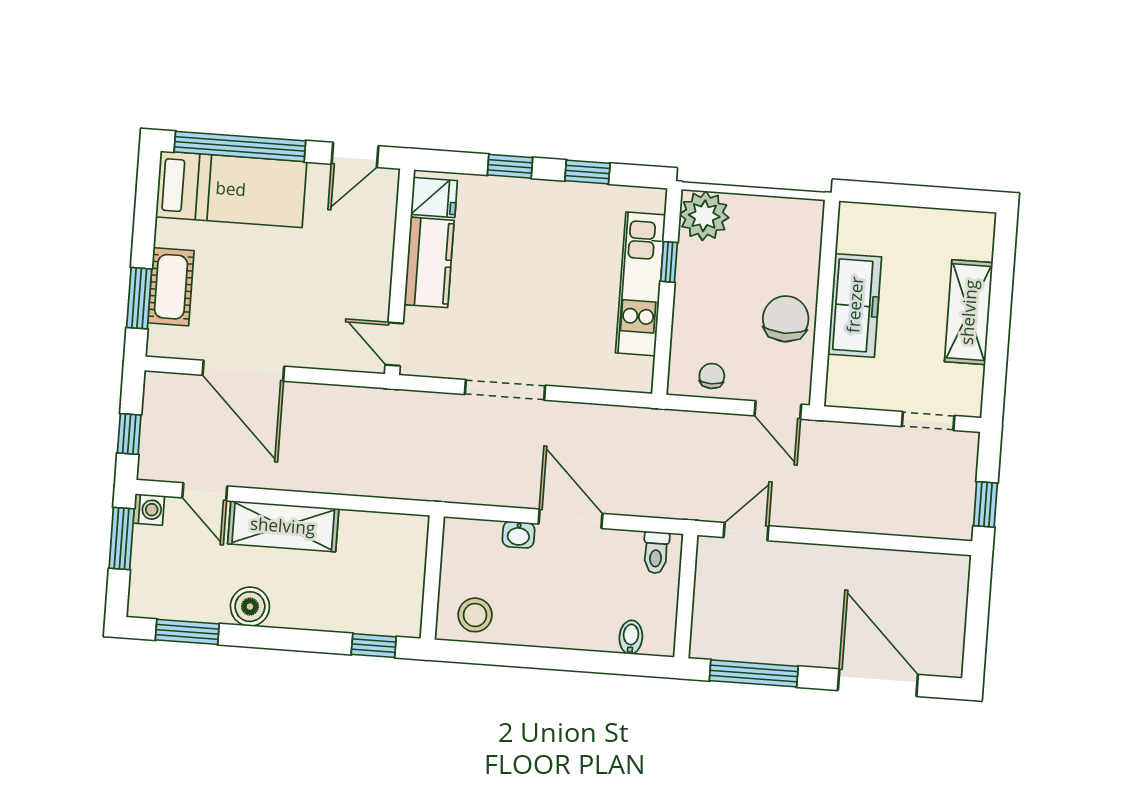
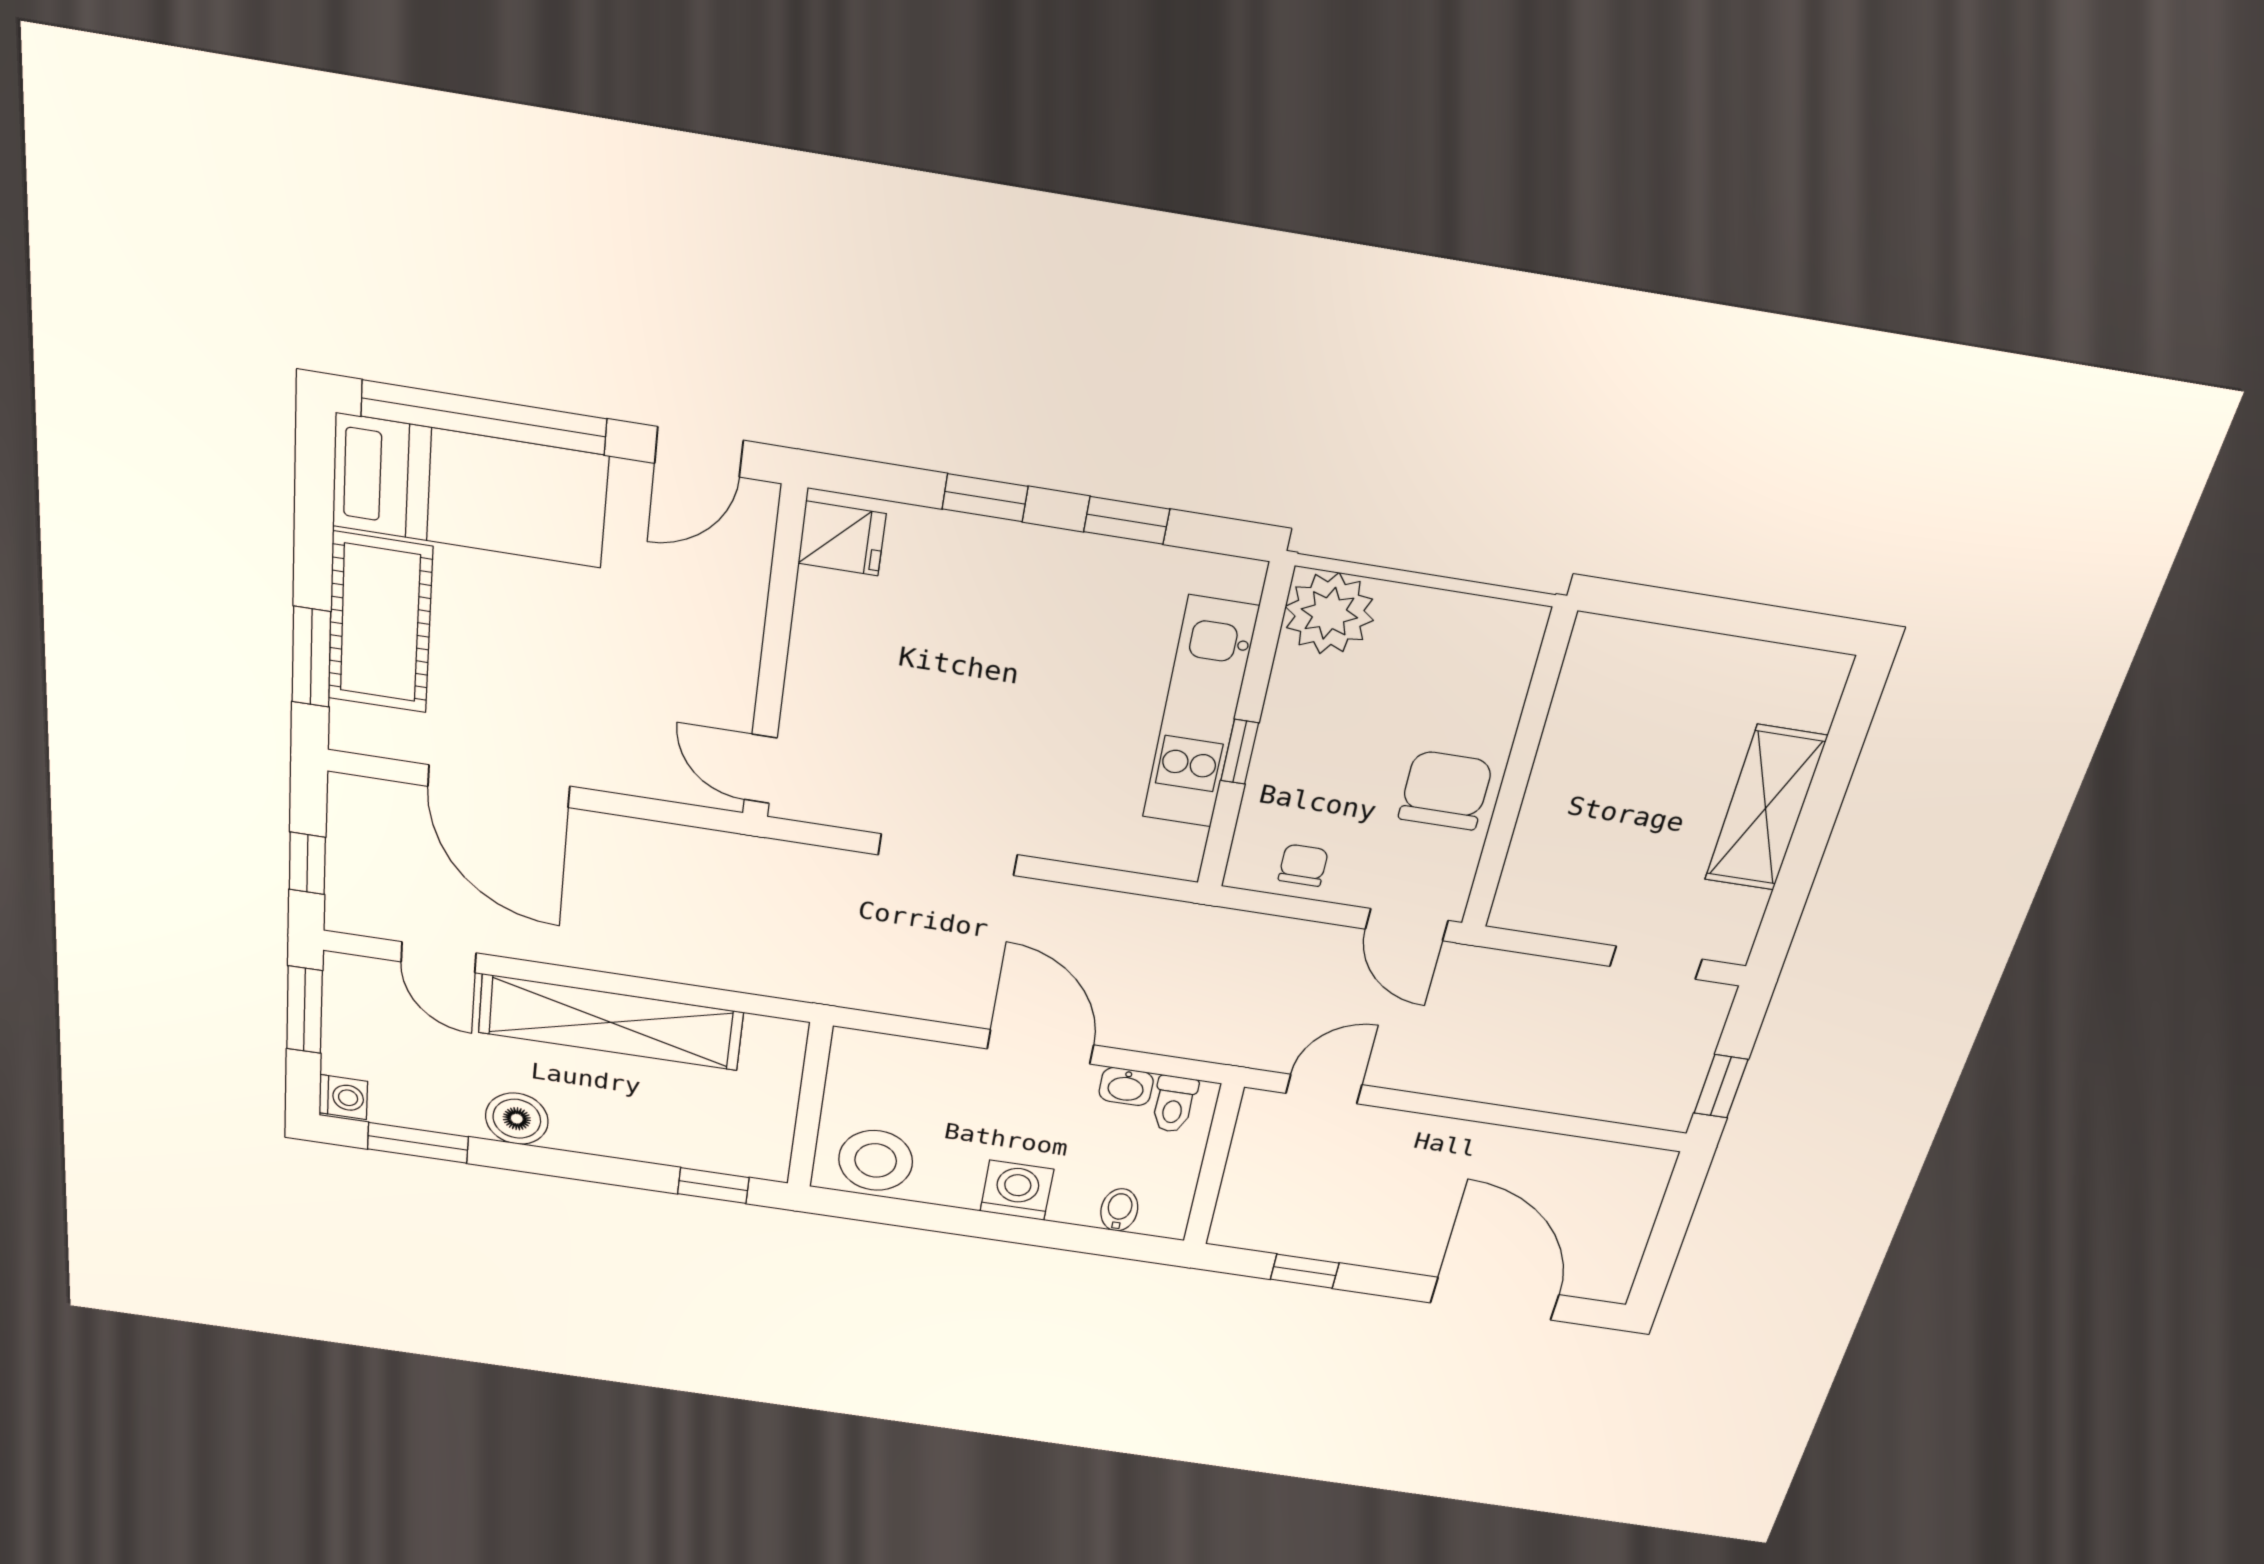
kitchen counter: (429, 262) -> (827, 645), removed
window: (669, 262) -> (1240, 752), moved
cot: (171, 287) -> (380, 623), width x1.37, depth x1.34
freezer: (855, 305) -> (1570, 780), removed
washing machine: (149, 509) -> (343, 1097), moved
shelving: (283, 526) -> (611, 1022), width x1.47
washbasin: (518, 535) -> (1126, 1087), moved
stool: (475, 615) -> (876, 1160), width x1.38, depth x1.38
washing machine: (565, 629) -> (1017, 1190), added
window: (754, 673) -> (1305, 1271), width x0.46

